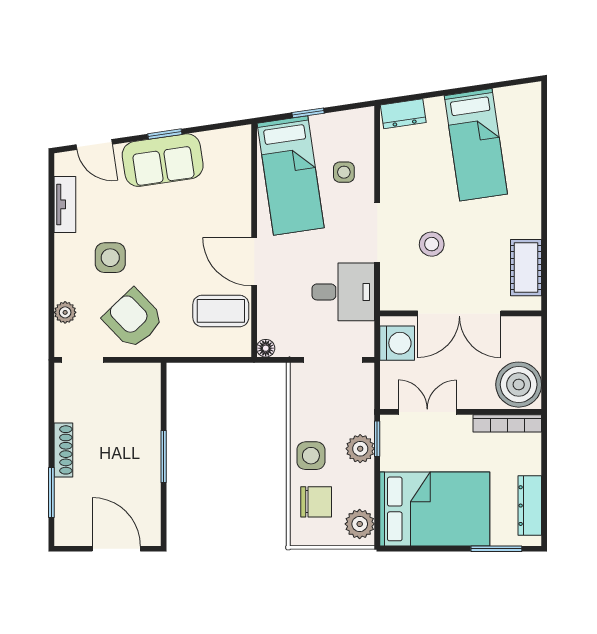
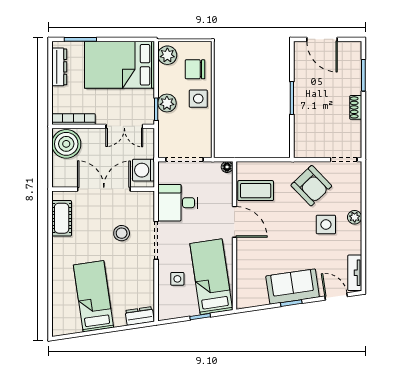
tv unit: (65, 204) -> (355, 273), moved
plant: (65, 312) -> (355, 217), moved
shoe rack: (63, 450) -> (356, 107), width x0.70

